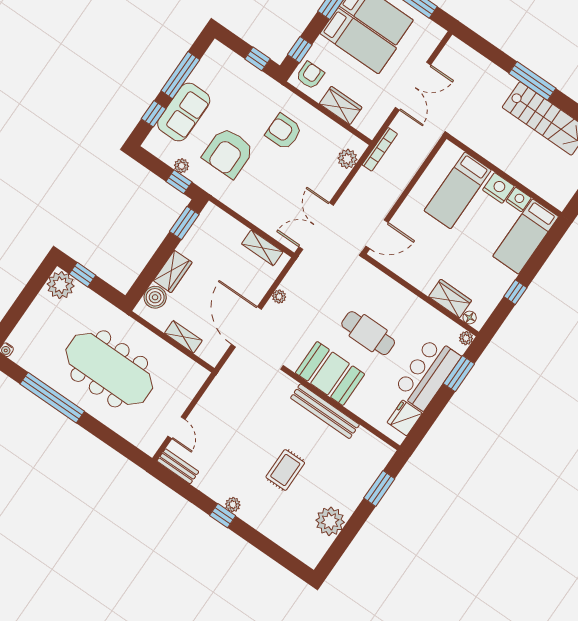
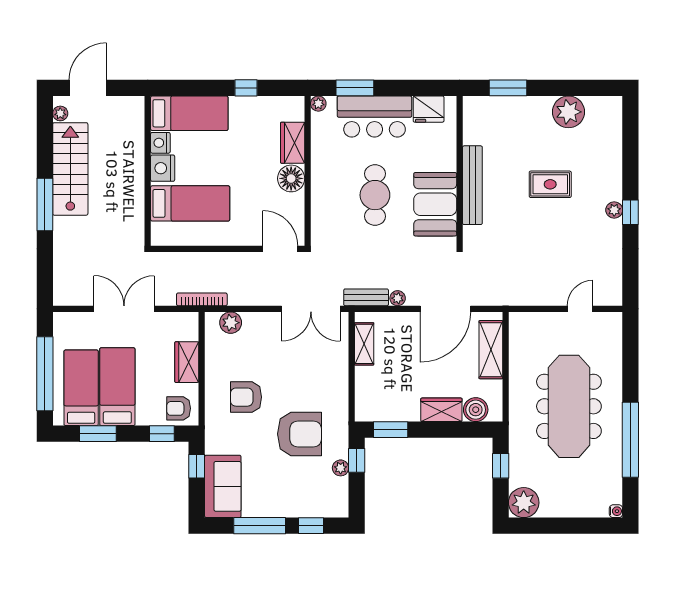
sofa: (184, 112) -> (223, 486), moved, turned 90
armchair: (284, 132) -> (246, 397), turned 90
window: (83, 275) -> (501, 466), moved
floor lamp: (470, 318) -> (291, 178), moved, width x1.89, depth x1.89
shelving: (183, 337) -> (491, 350), width x1.50, depth x1.33
bench: (178, 466) -> (366, 297), moved, turned 90

